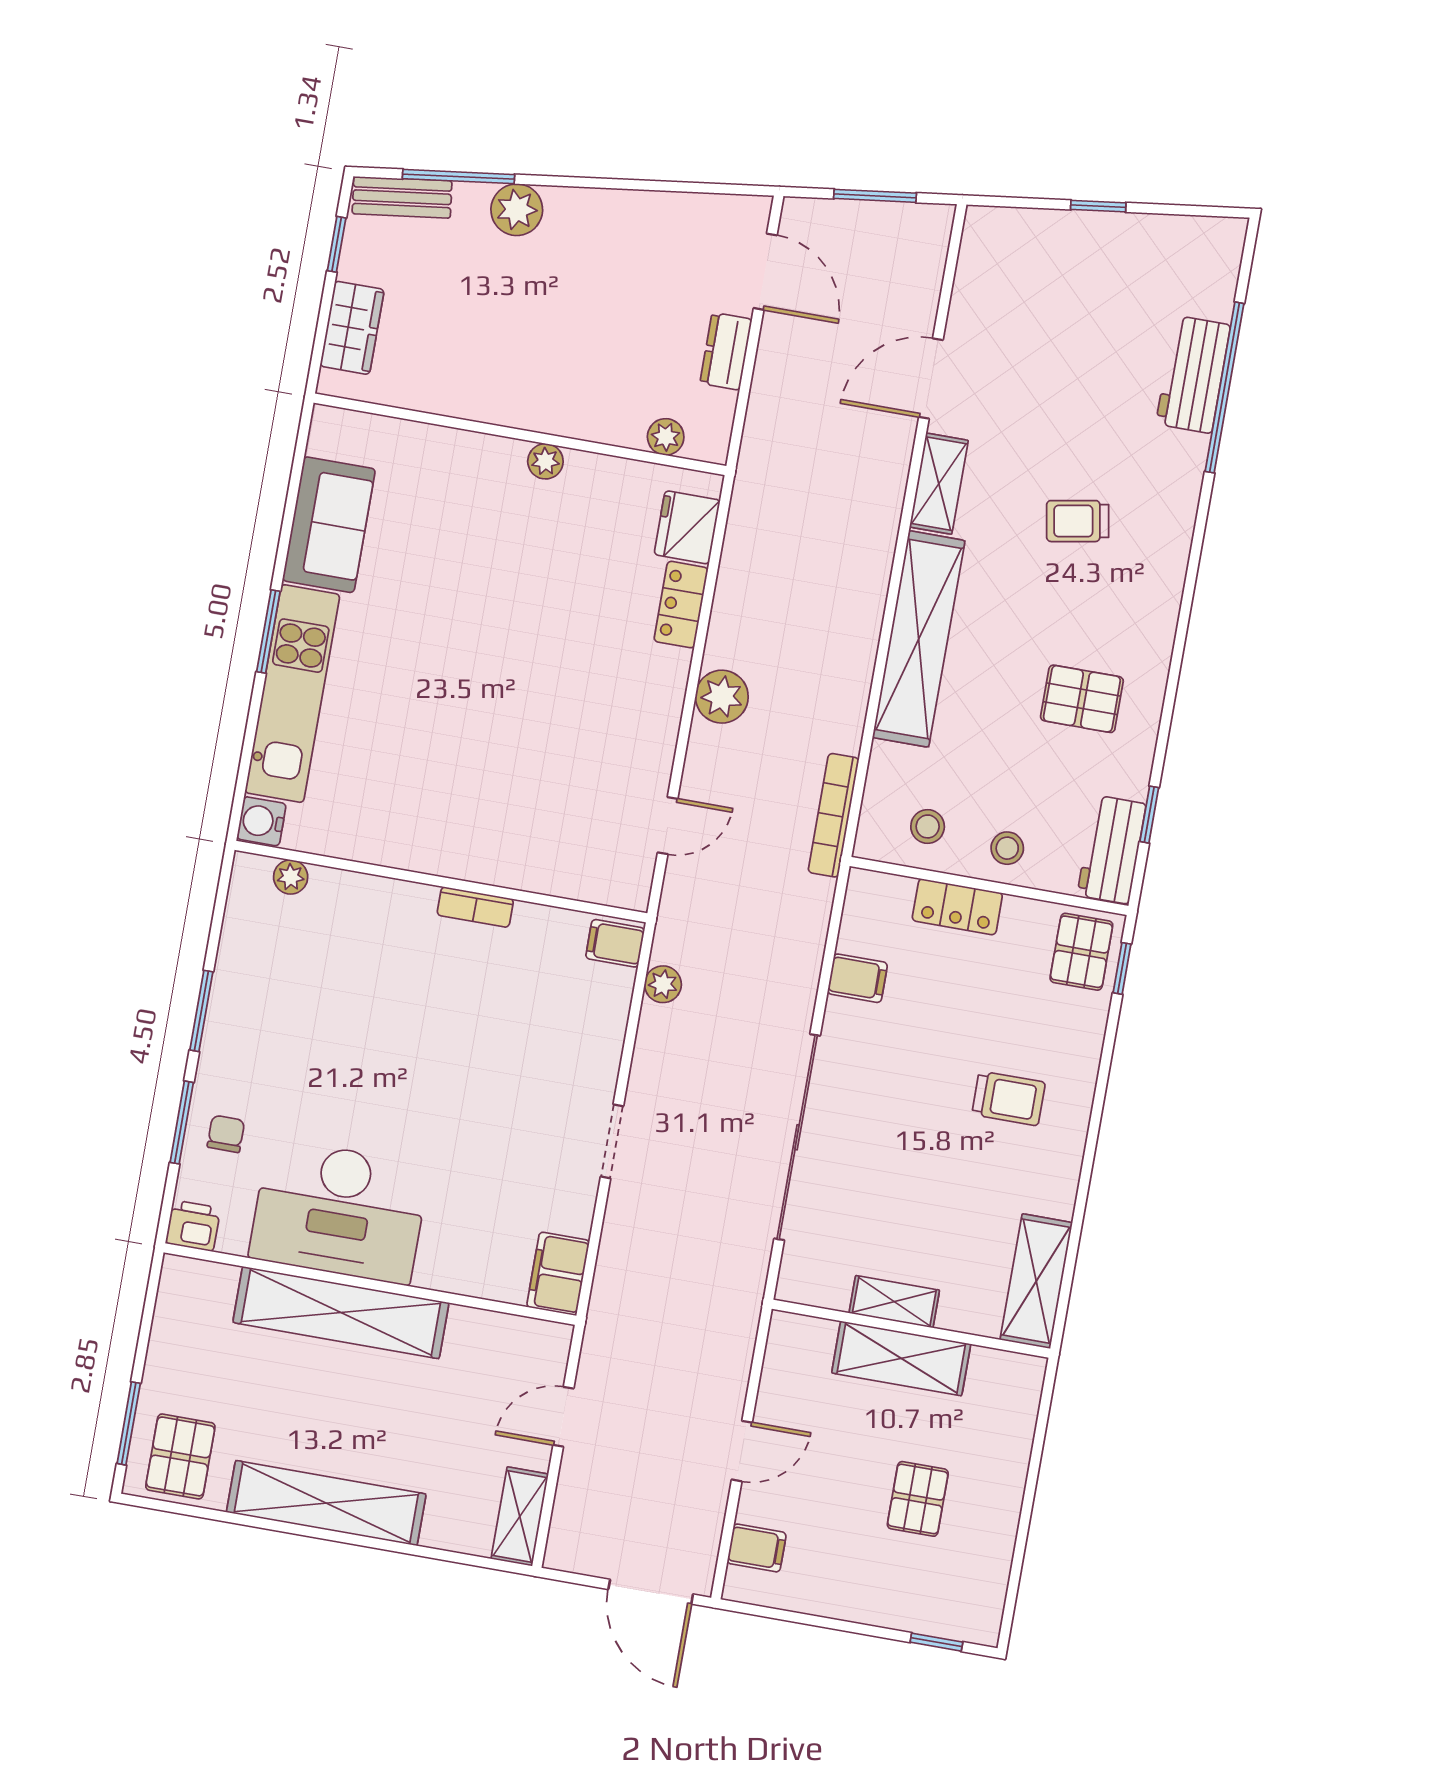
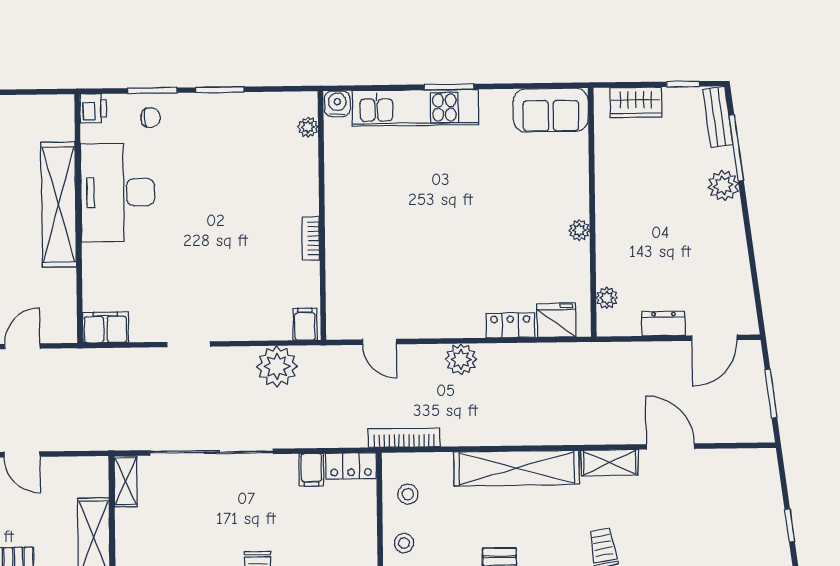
sofa: (329, 525) -> (551, 110), moved
locker: (957, 907) -> (351, 466), moved, turned -90
plant: (663, 984) -> (277, 366), width x1.87, depth x1.87
shelving: (894, 1302) -> (126, 481), moved
door: (563, 1417) -> (22, 346), hinge flipped

